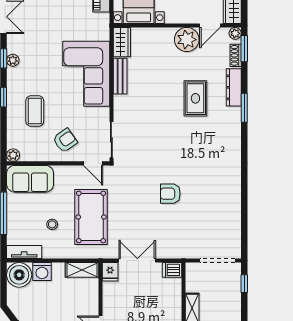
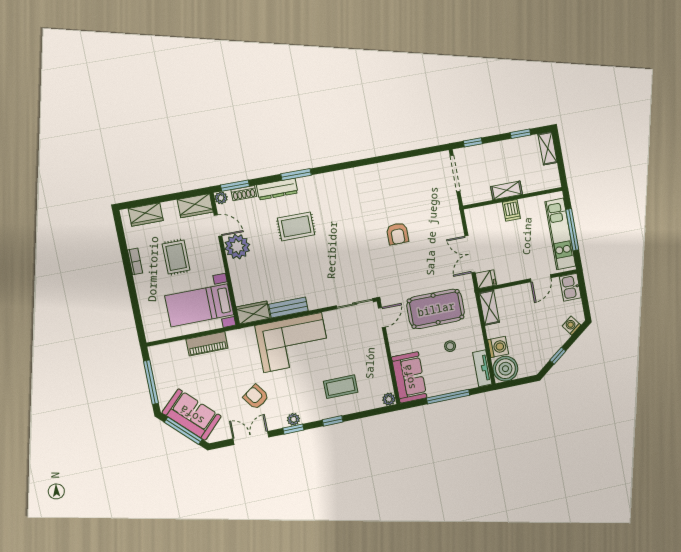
armchair: (65, 140) -> (256, 397), moved
dishwasher: (172, 270) -> (511, 210), moved

